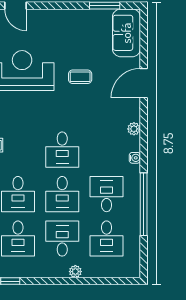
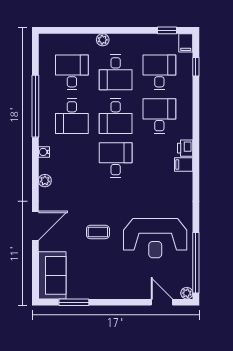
desk: (62, 194) -> (116, 116), turned 180

